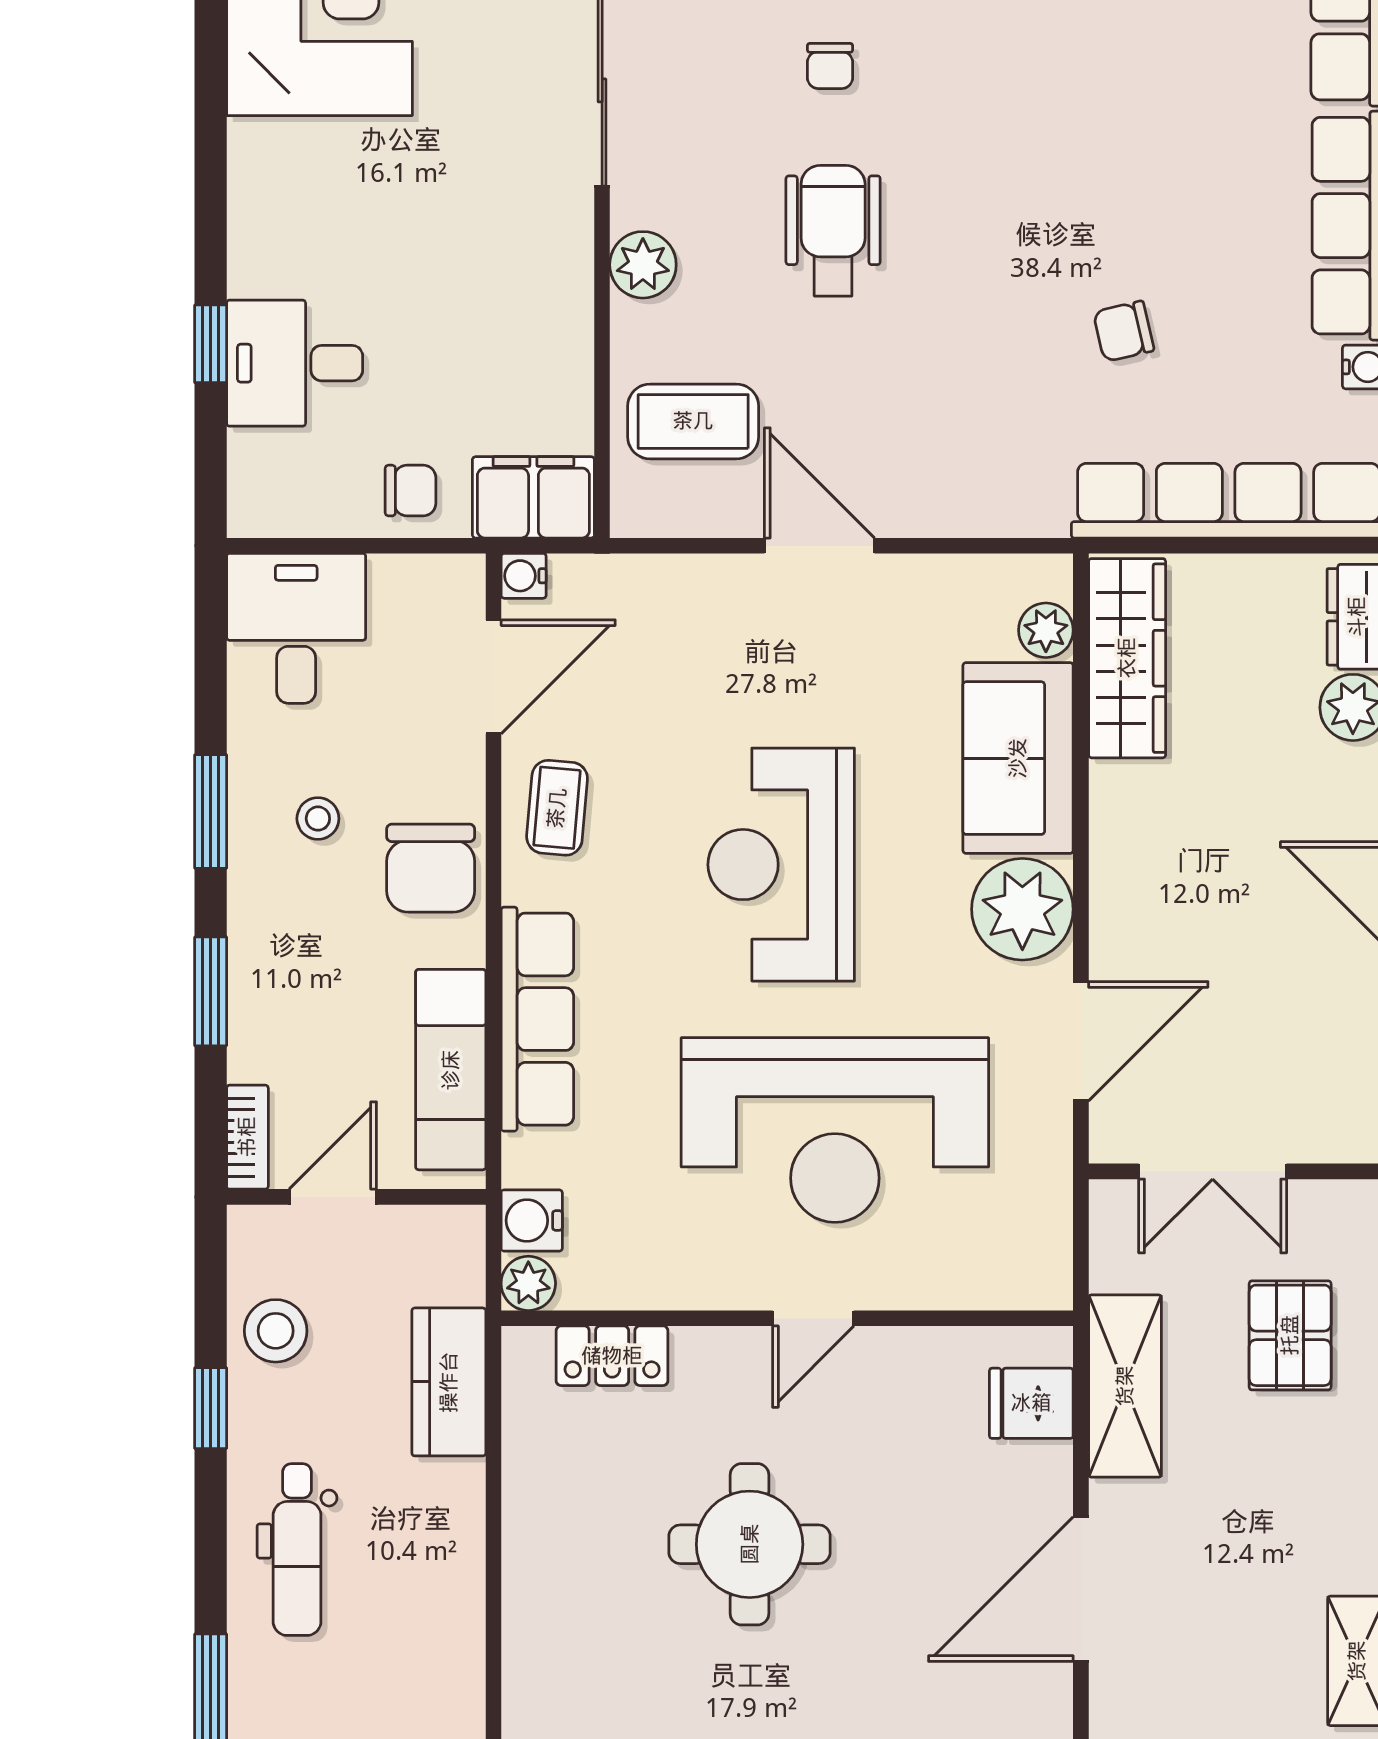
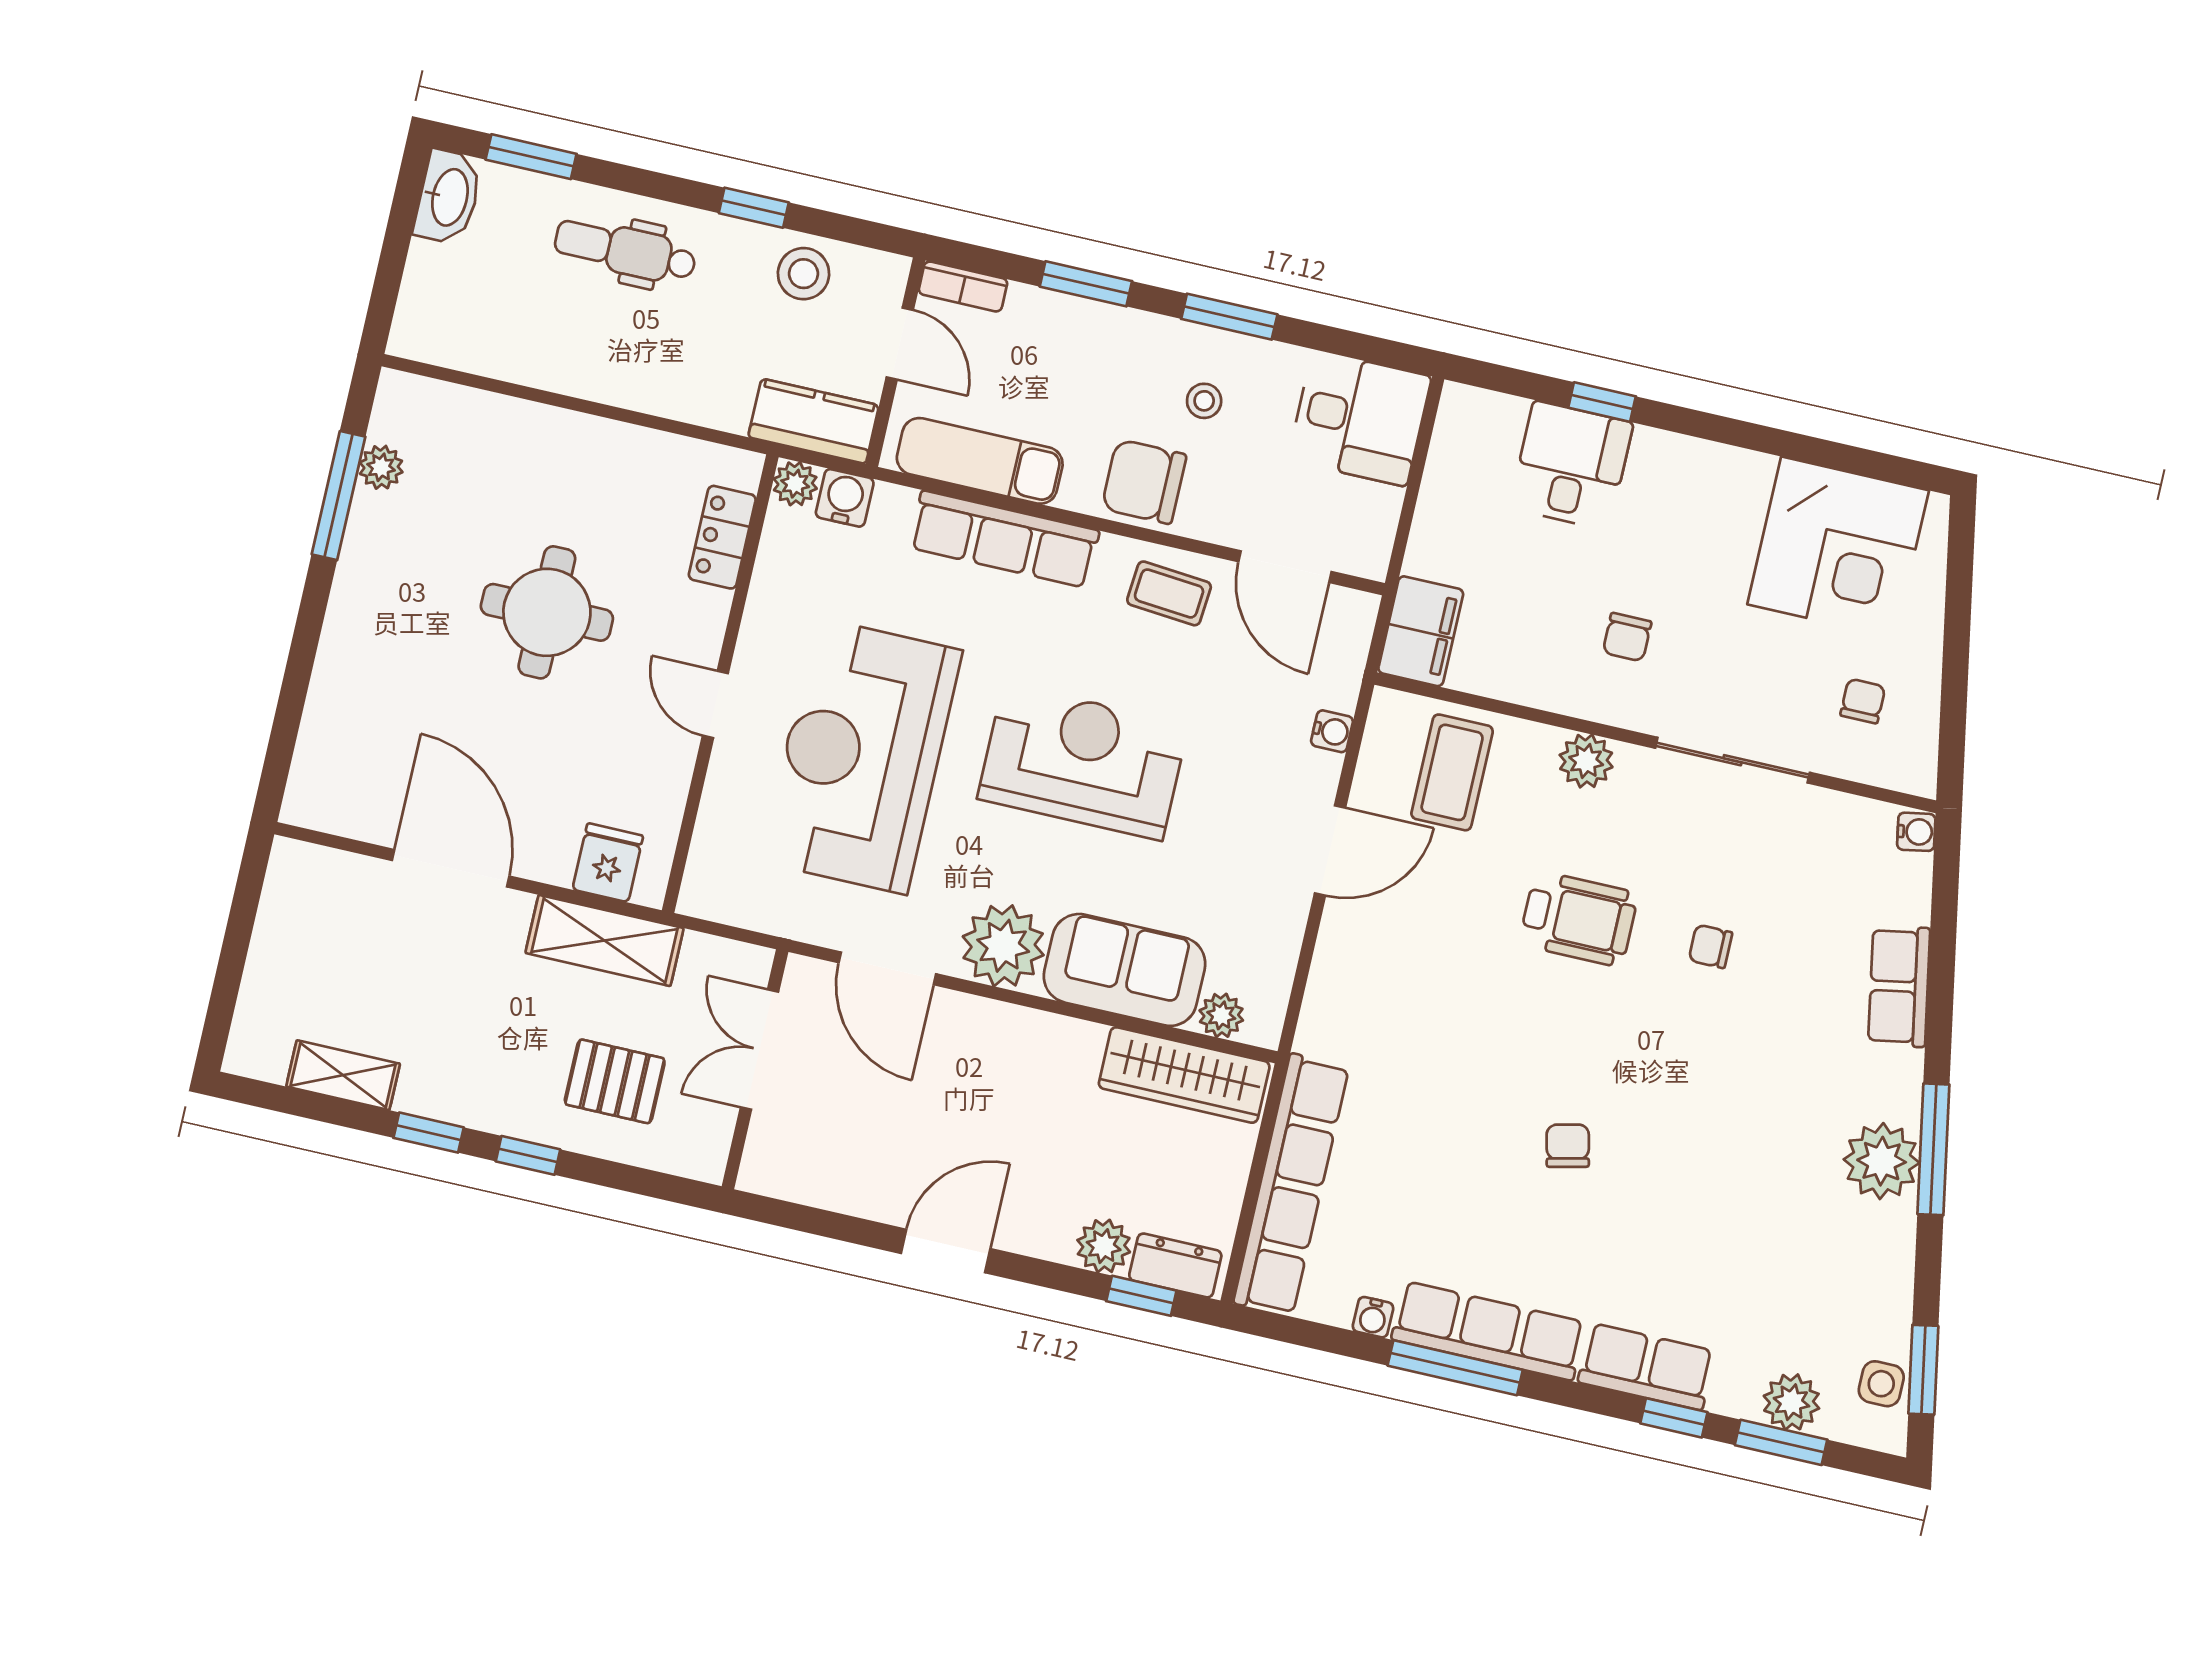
chair: (1124, 331) -> (1568, 1146), moved
chair: (411, 491) -> (1627, 637), moved
water cooler: (524, 576) -> (1332, 731), moved, turned 90
kitchen counter: (449, 1382) -> (814, 421), moved

